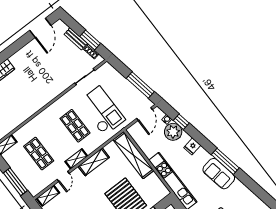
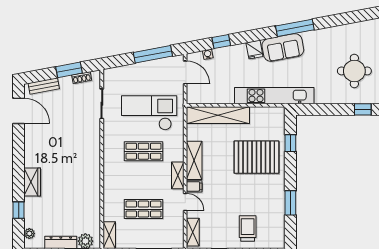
bench: (76, 39) -> (44, 86), moved
plant: (173, 132) -> (225, 57), removed
filing cabinet: (77, 174) -> (194, 186), added
sofa: (219, 174) -> (283, 47), moved

